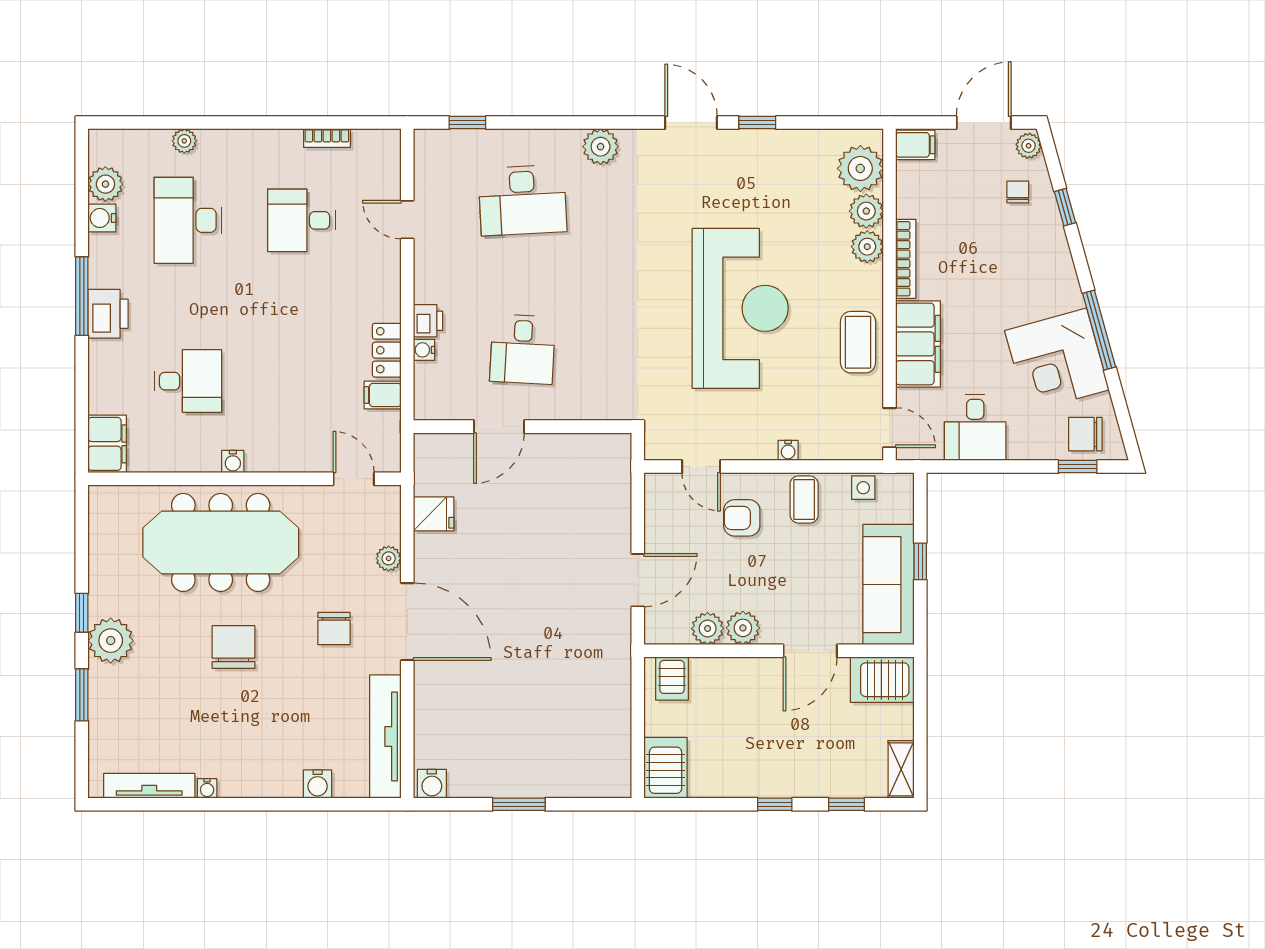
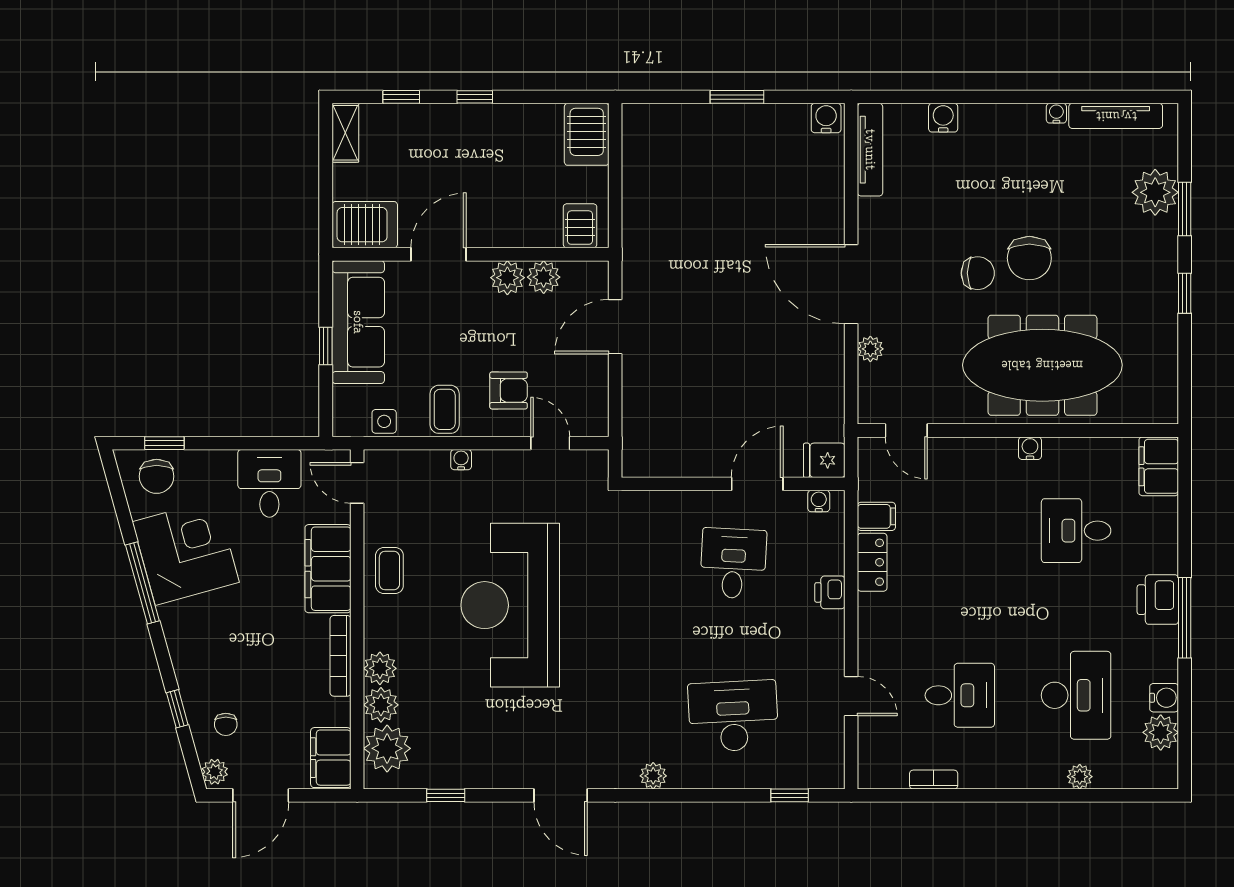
window: (757, 123) -> (446, 795), moved
filing cabinet: (915, 145) -> (331, 758), width x2.00
plant: (601, 147) -> (653, 776), width x0.73, depth x0.73
coffee table: (858, 342) -> (389, 570), width x0.73, depth x0.77
water cooler: (424, 350) -> (819, 501), moved, turned -90
chair: (1085, 434) -> (157, 476), turned 90
fridge: (434, 514) -> (824, 460), moved
chair: (334, 629) -> (978, 273), moved, turned 90
plant: (111, 641) -> (1155, 192), moved
tv unit: (385, 737) -> (870, 150), width x0.73, depth x0.78

